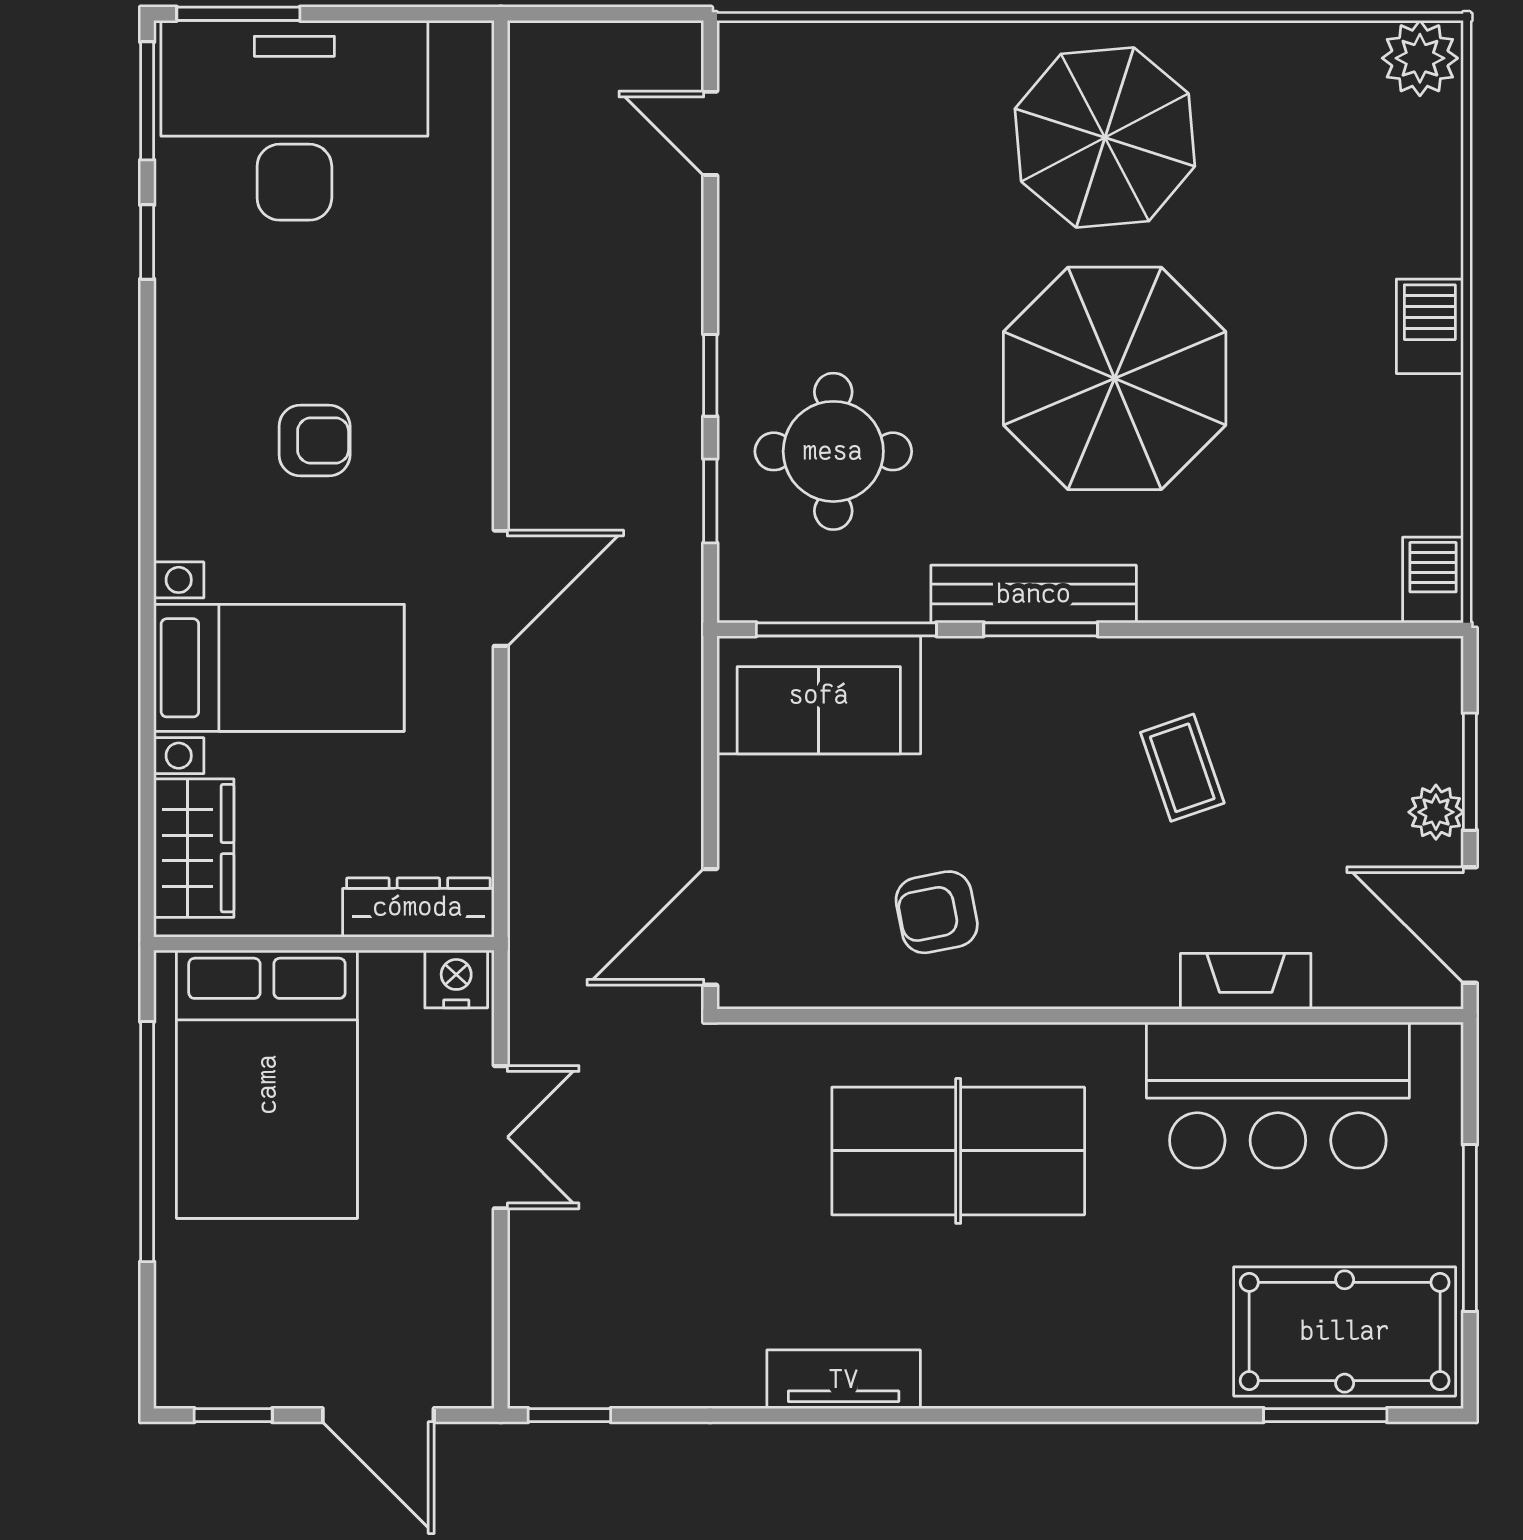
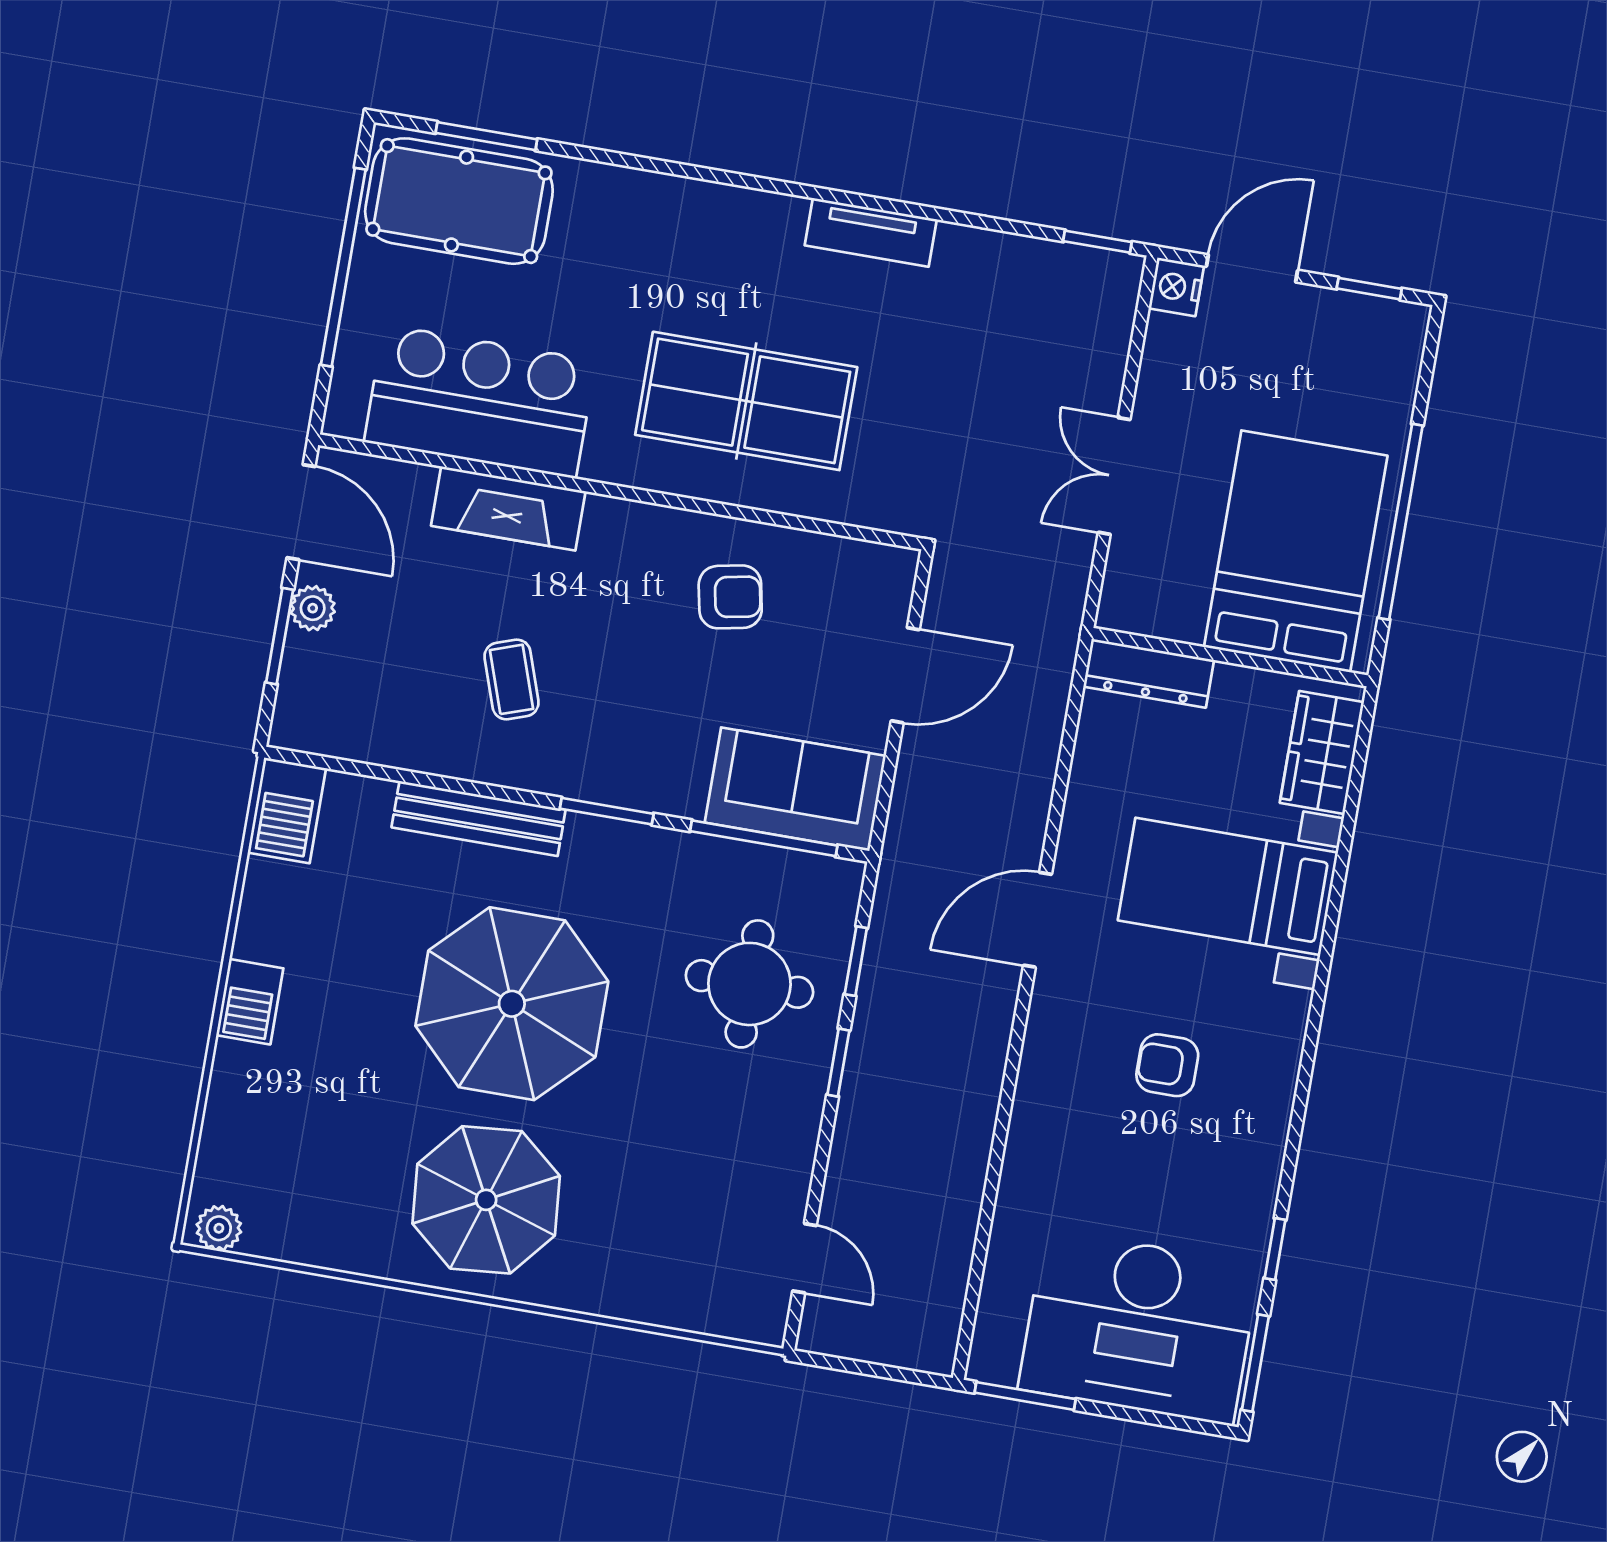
window: (238, 14) -> (1025, 1396), moved
plant: (1420, 58) -> (219, 1228), width x0.73, depth x0.73
barbecue: (1433, 580) -> (287, 810), width x1.38, depth x1.27
bench: (1034, 594) -> (479, 818), moved
door: (710, 927) -> (905, 675), moved
nightstand: (456, 979) -> (1176, 287), moved, turned 90
fireplace: (1246, 981) -> (508, 509), width x1.37, depth x1.32
window: (1470, 1228) -> (343, 267), width x1.46
door: (378, 1415) -> (1252, 268), hinge flipped

